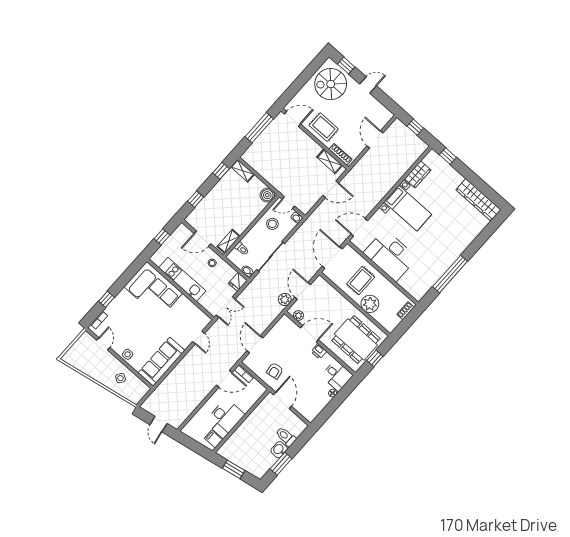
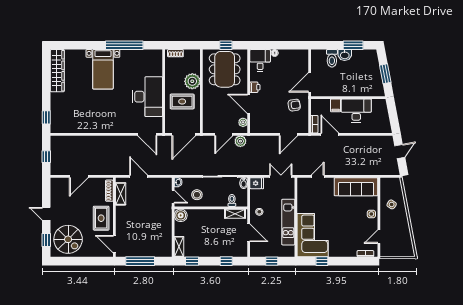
wardrobe: (418, 174) -> (77, 127), removed
bed with nightstands: (408, 208) -> (103, 69), moved, turned 180
window: (107, 299) -> (322, 261), moved
filing cabinet: (214, 439) -> (336, 105), moved

